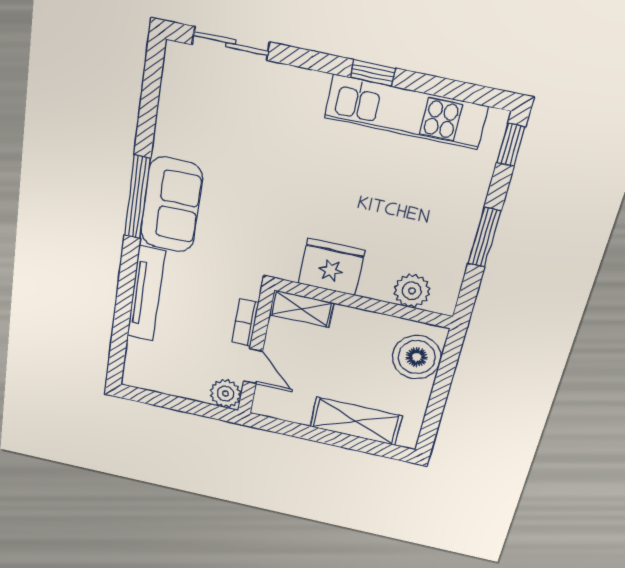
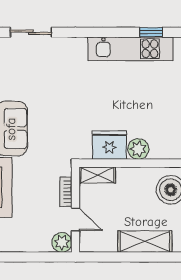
window: (373, 73) -> (151, 32), moved
plant: (412, 291) -> (138, 149), moved

